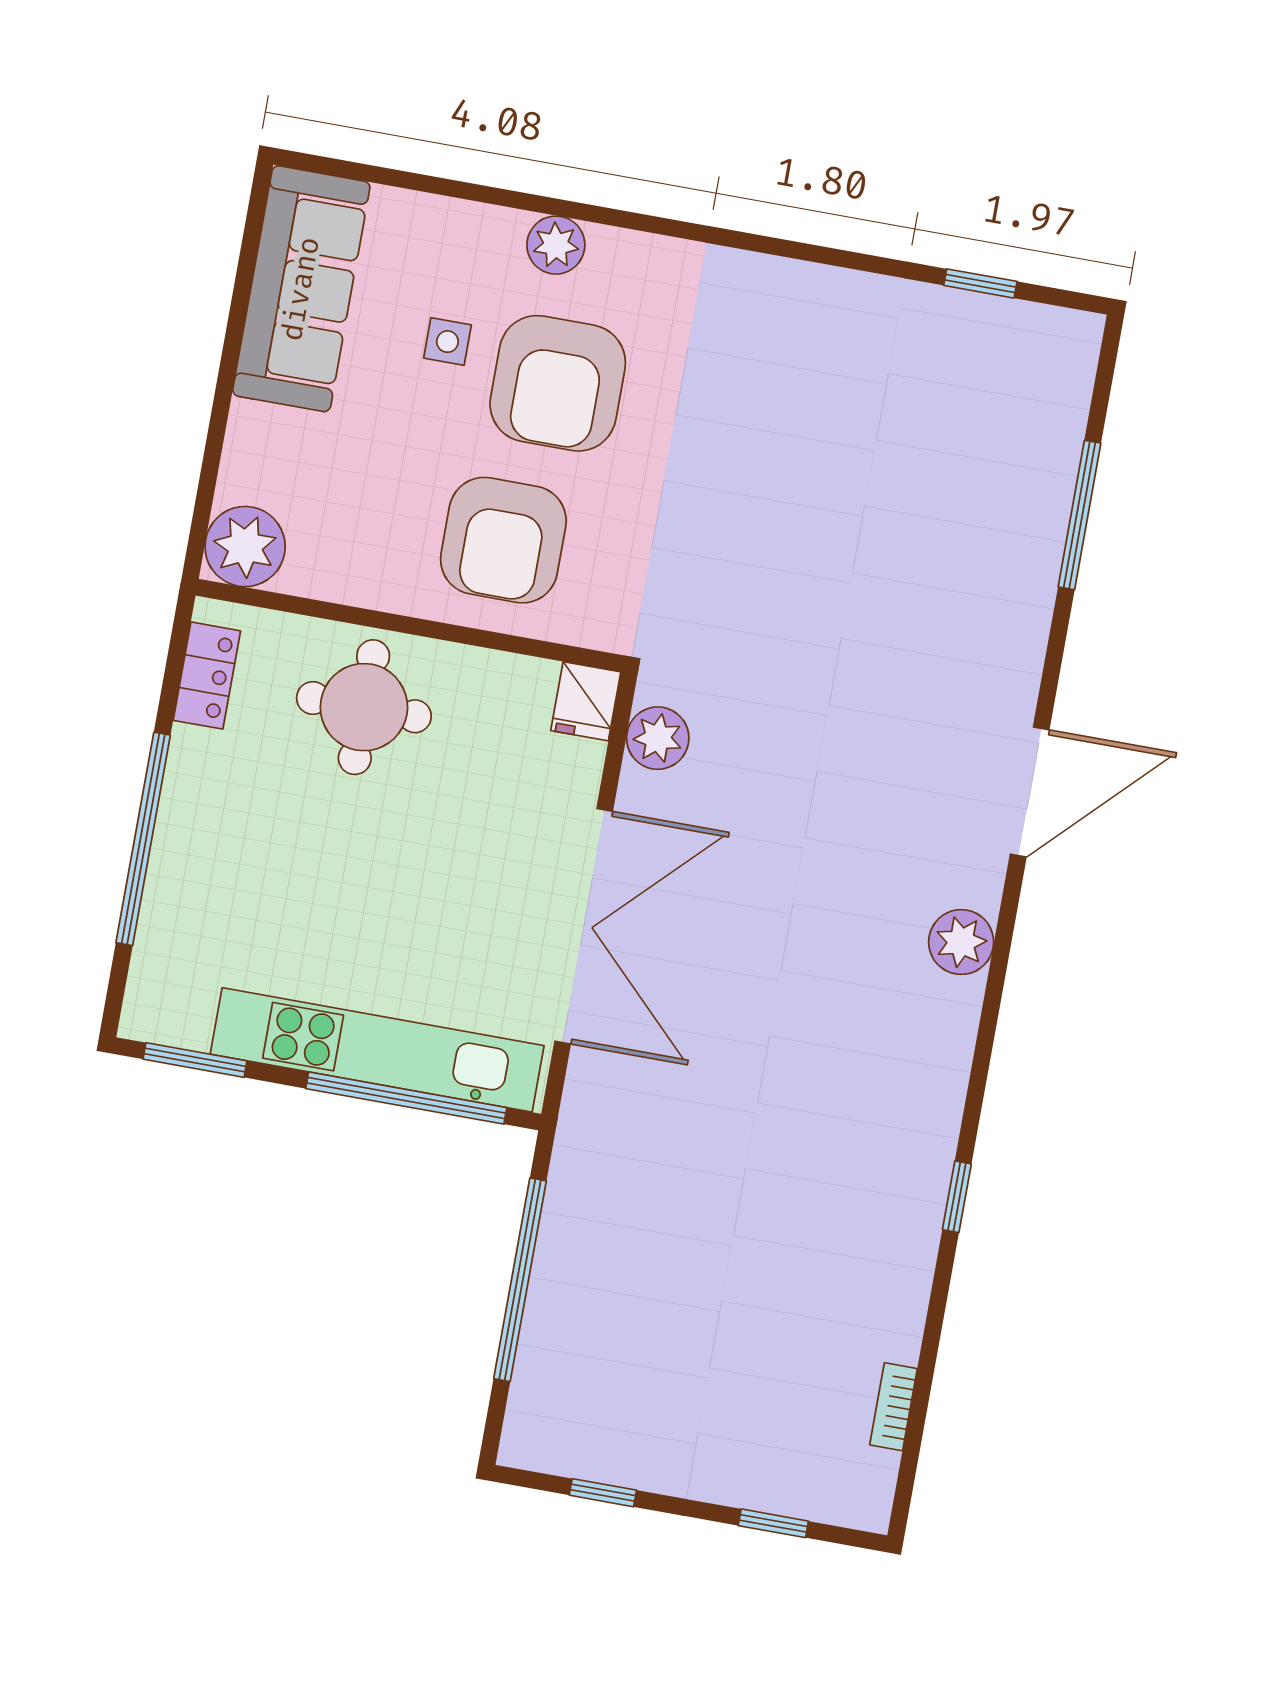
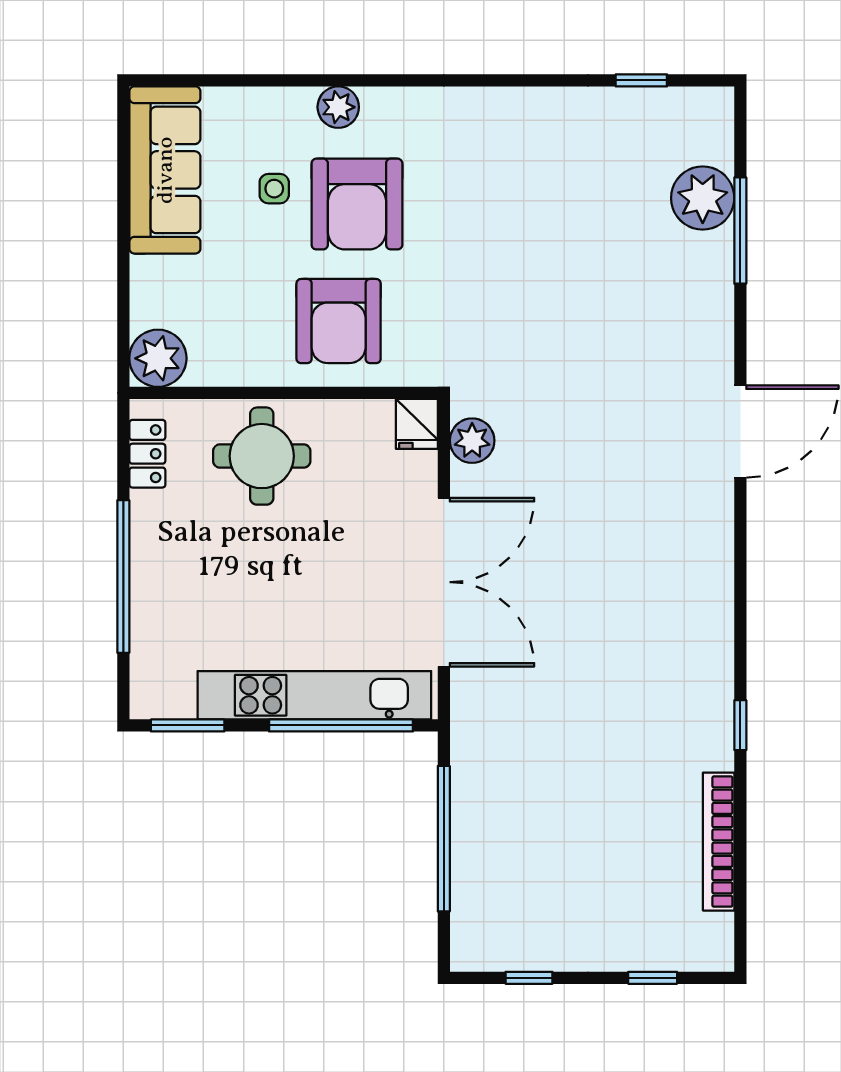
plant: (961, 942) -> (703, 198), moved, width x1.36, depth x1.36
bookcase: (894, 1407) -> (719, 842), width x2.31, depth x1.31

